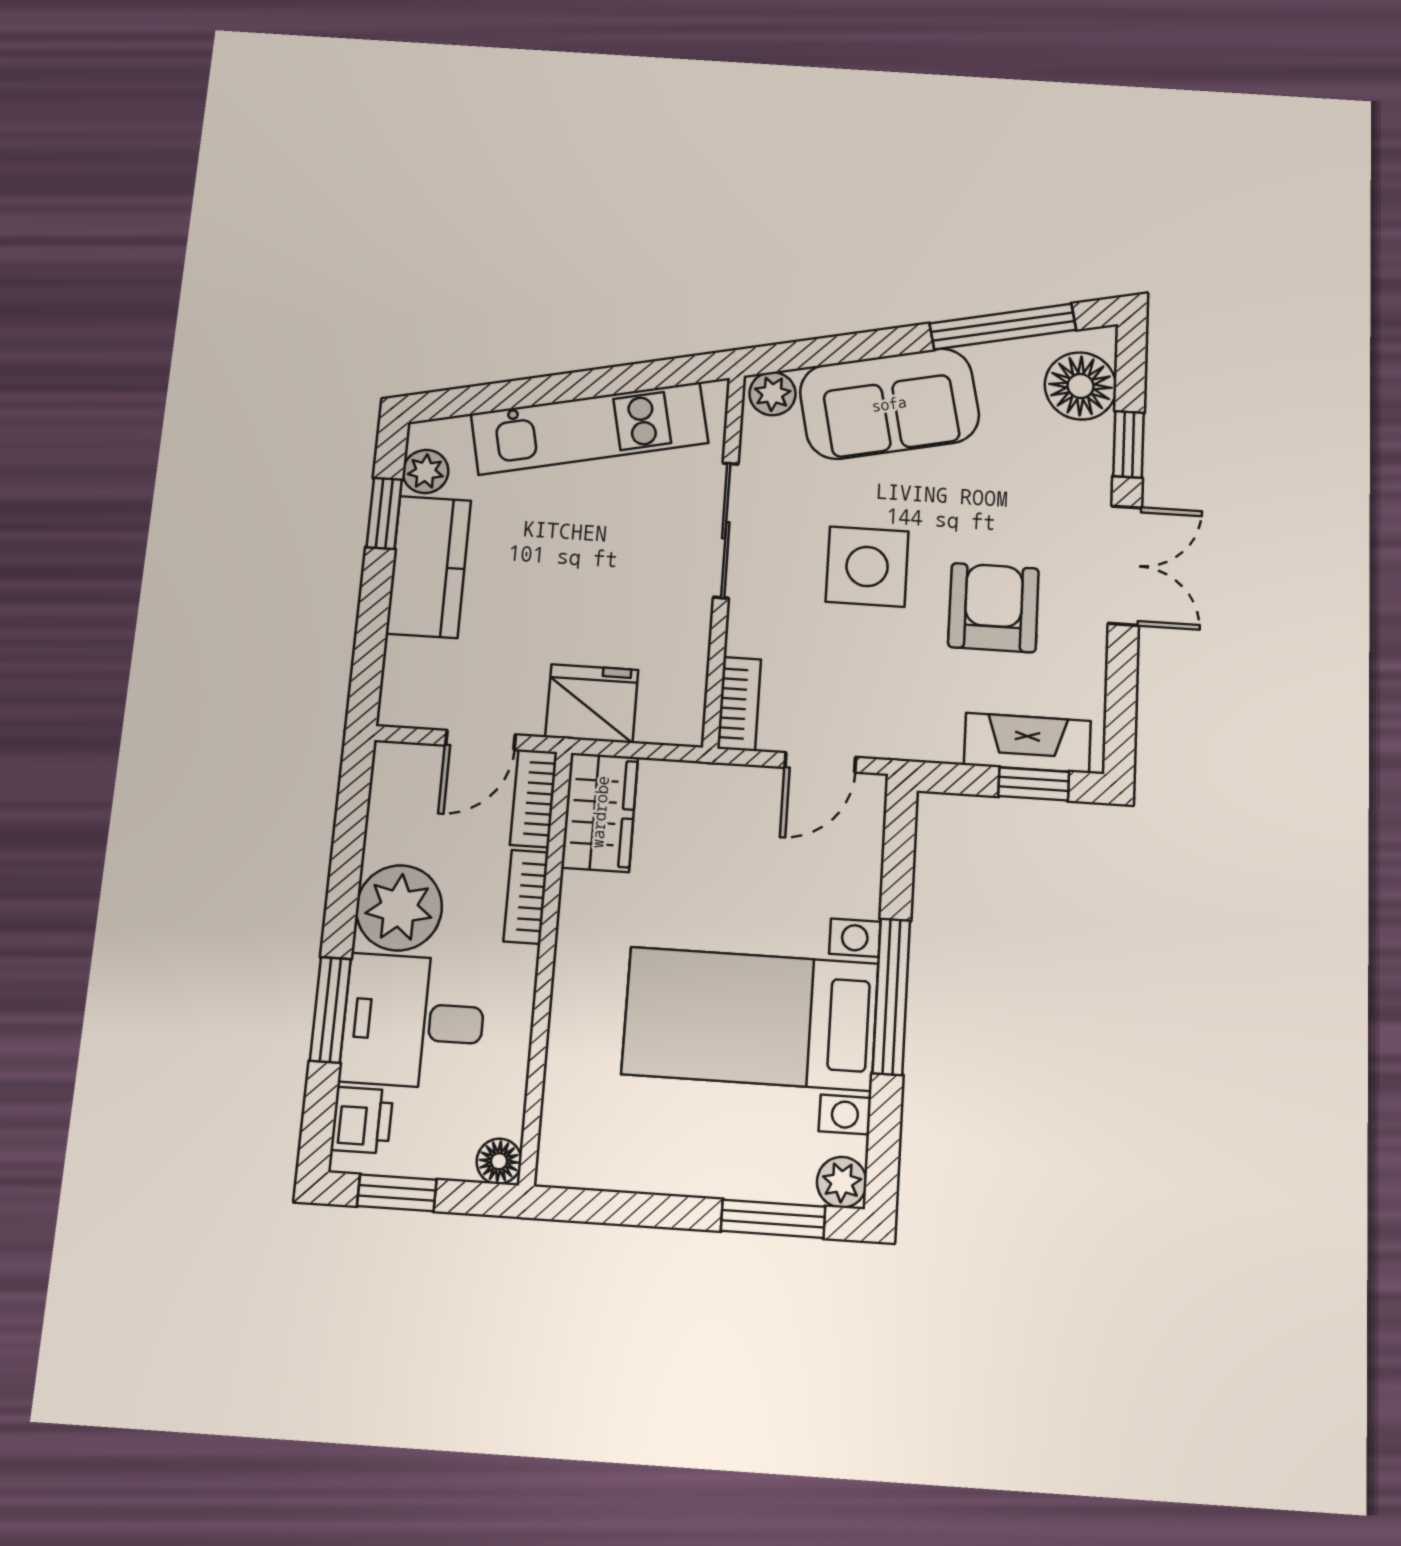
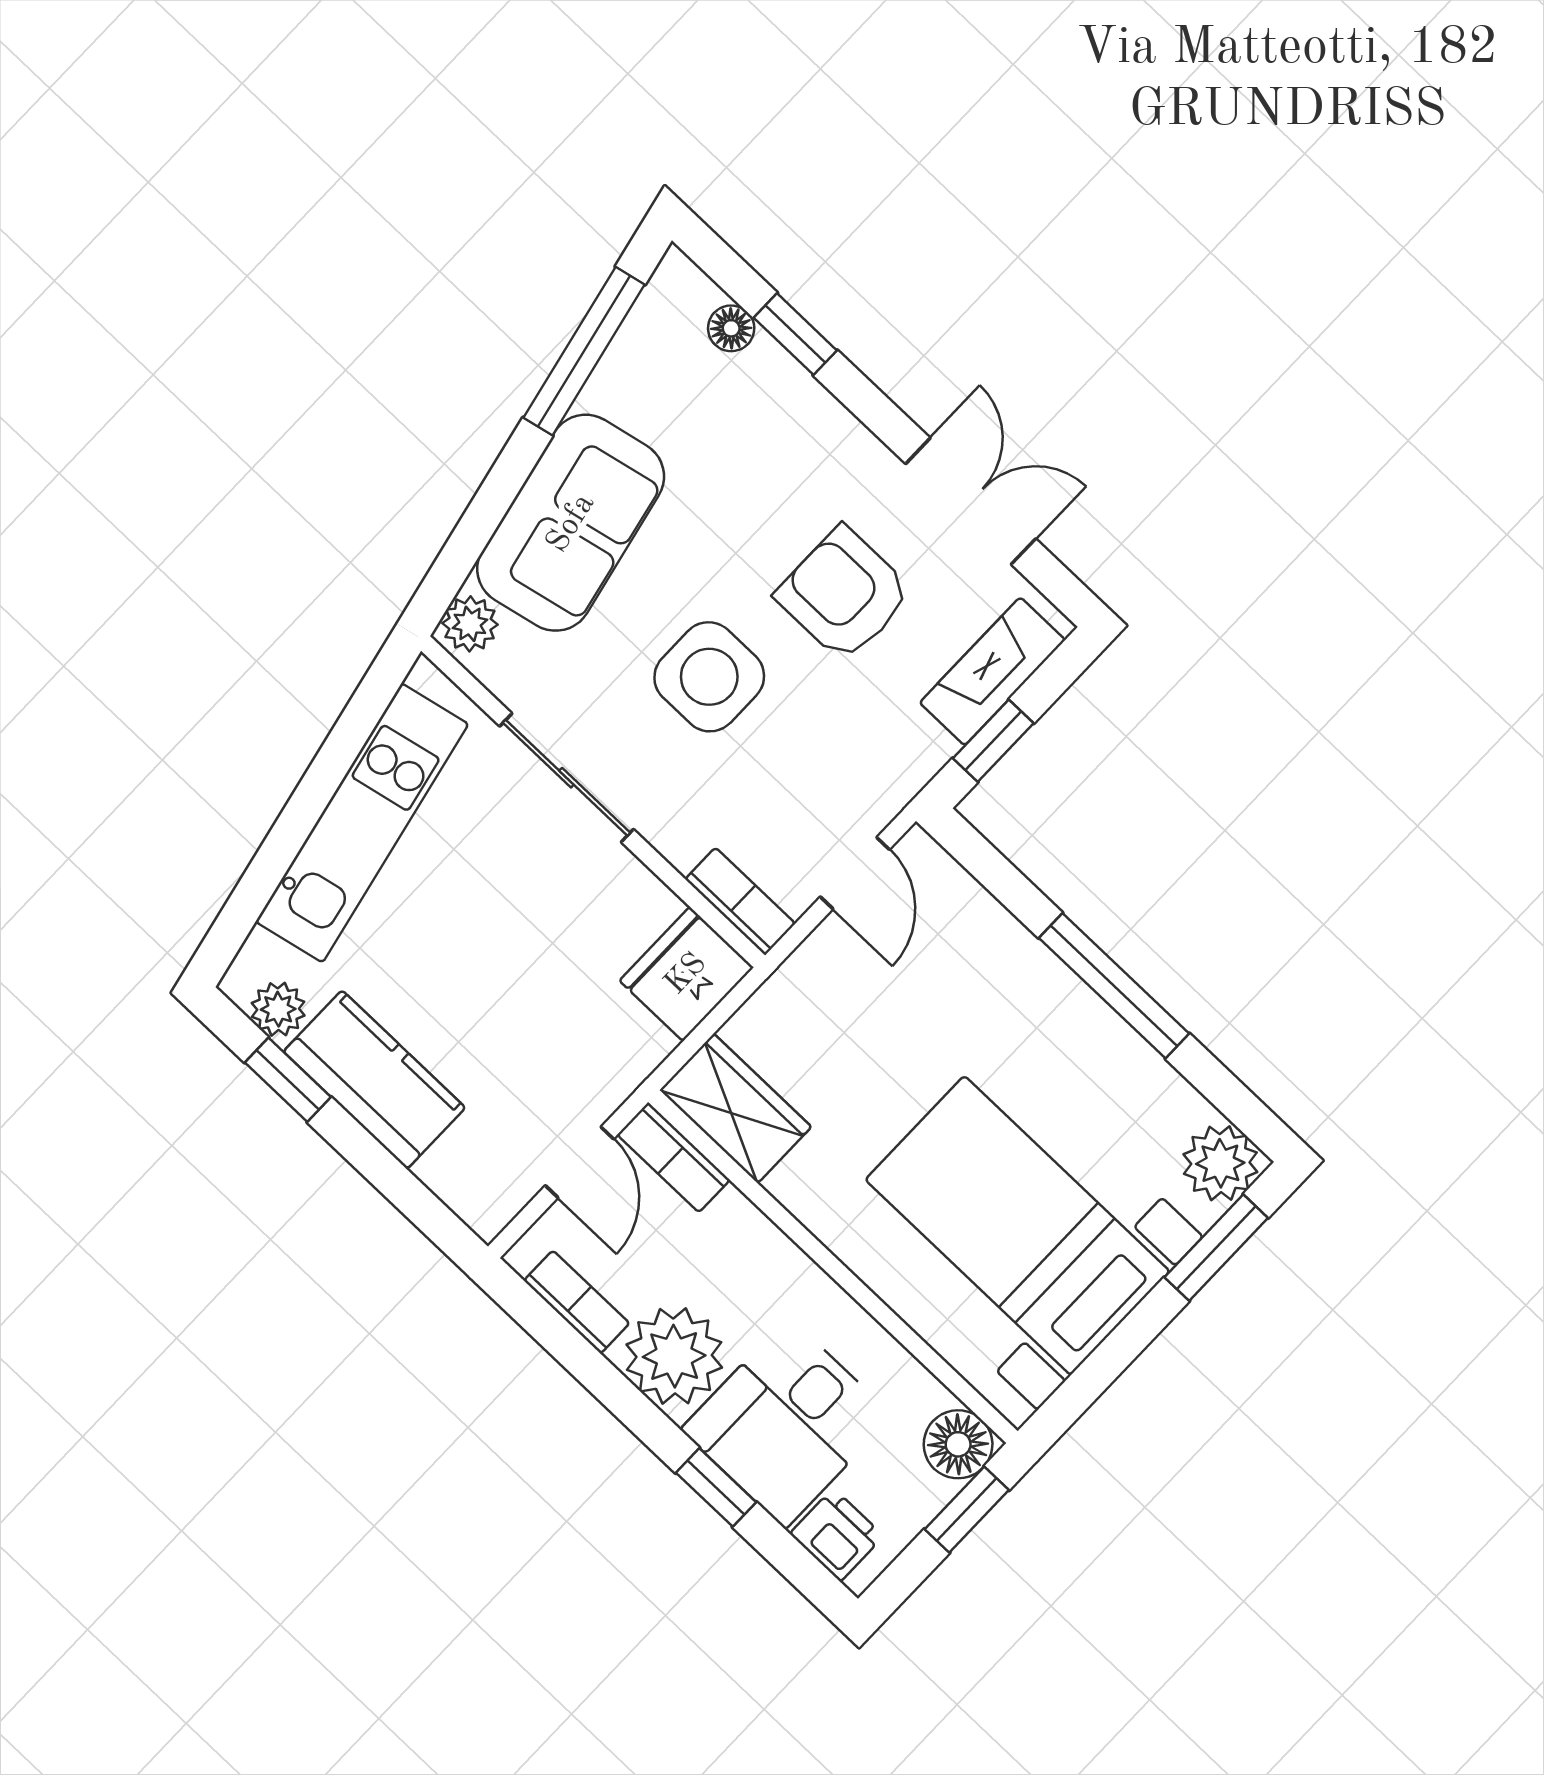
floor lamp: (1081, 386) -> (731, 328), width x0.53, depth x0.53
double door: (1125, 565) -> (971, 501), moved
fridge: (592, 703) -> (686, 974), moved
window: (1034, 784) -> (993, 741), moved
bookcase: (526, 897) -> (577, 1302), moved, turned 180
window: (330, 1010) -> (716, 1487), width x0.67
bed with nightstands: (750, 1019) -> (1018, 1225), moved, turned 90
floor lamp: (499, 1161) -> (958, 1444), width x1.37, depth x1.37
plant: (842, 1182) -> (1220, 1163), width x1.38, depth x1.38
window: (397, 1193) -> (967, 1510), moved

